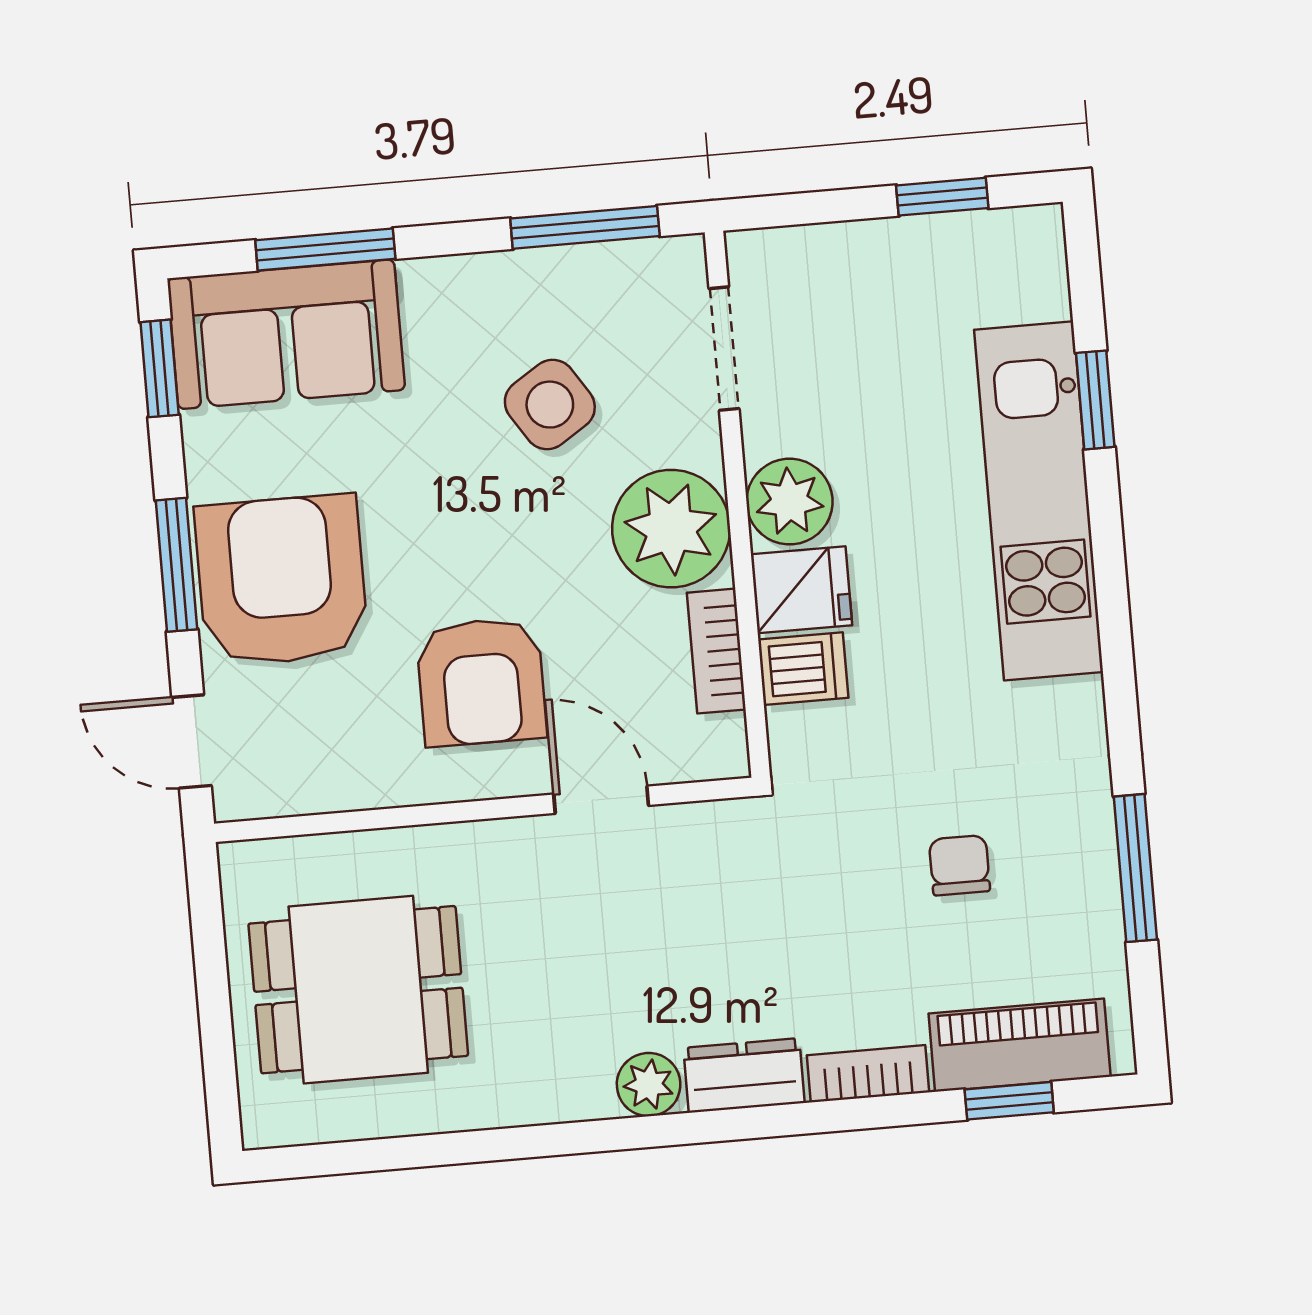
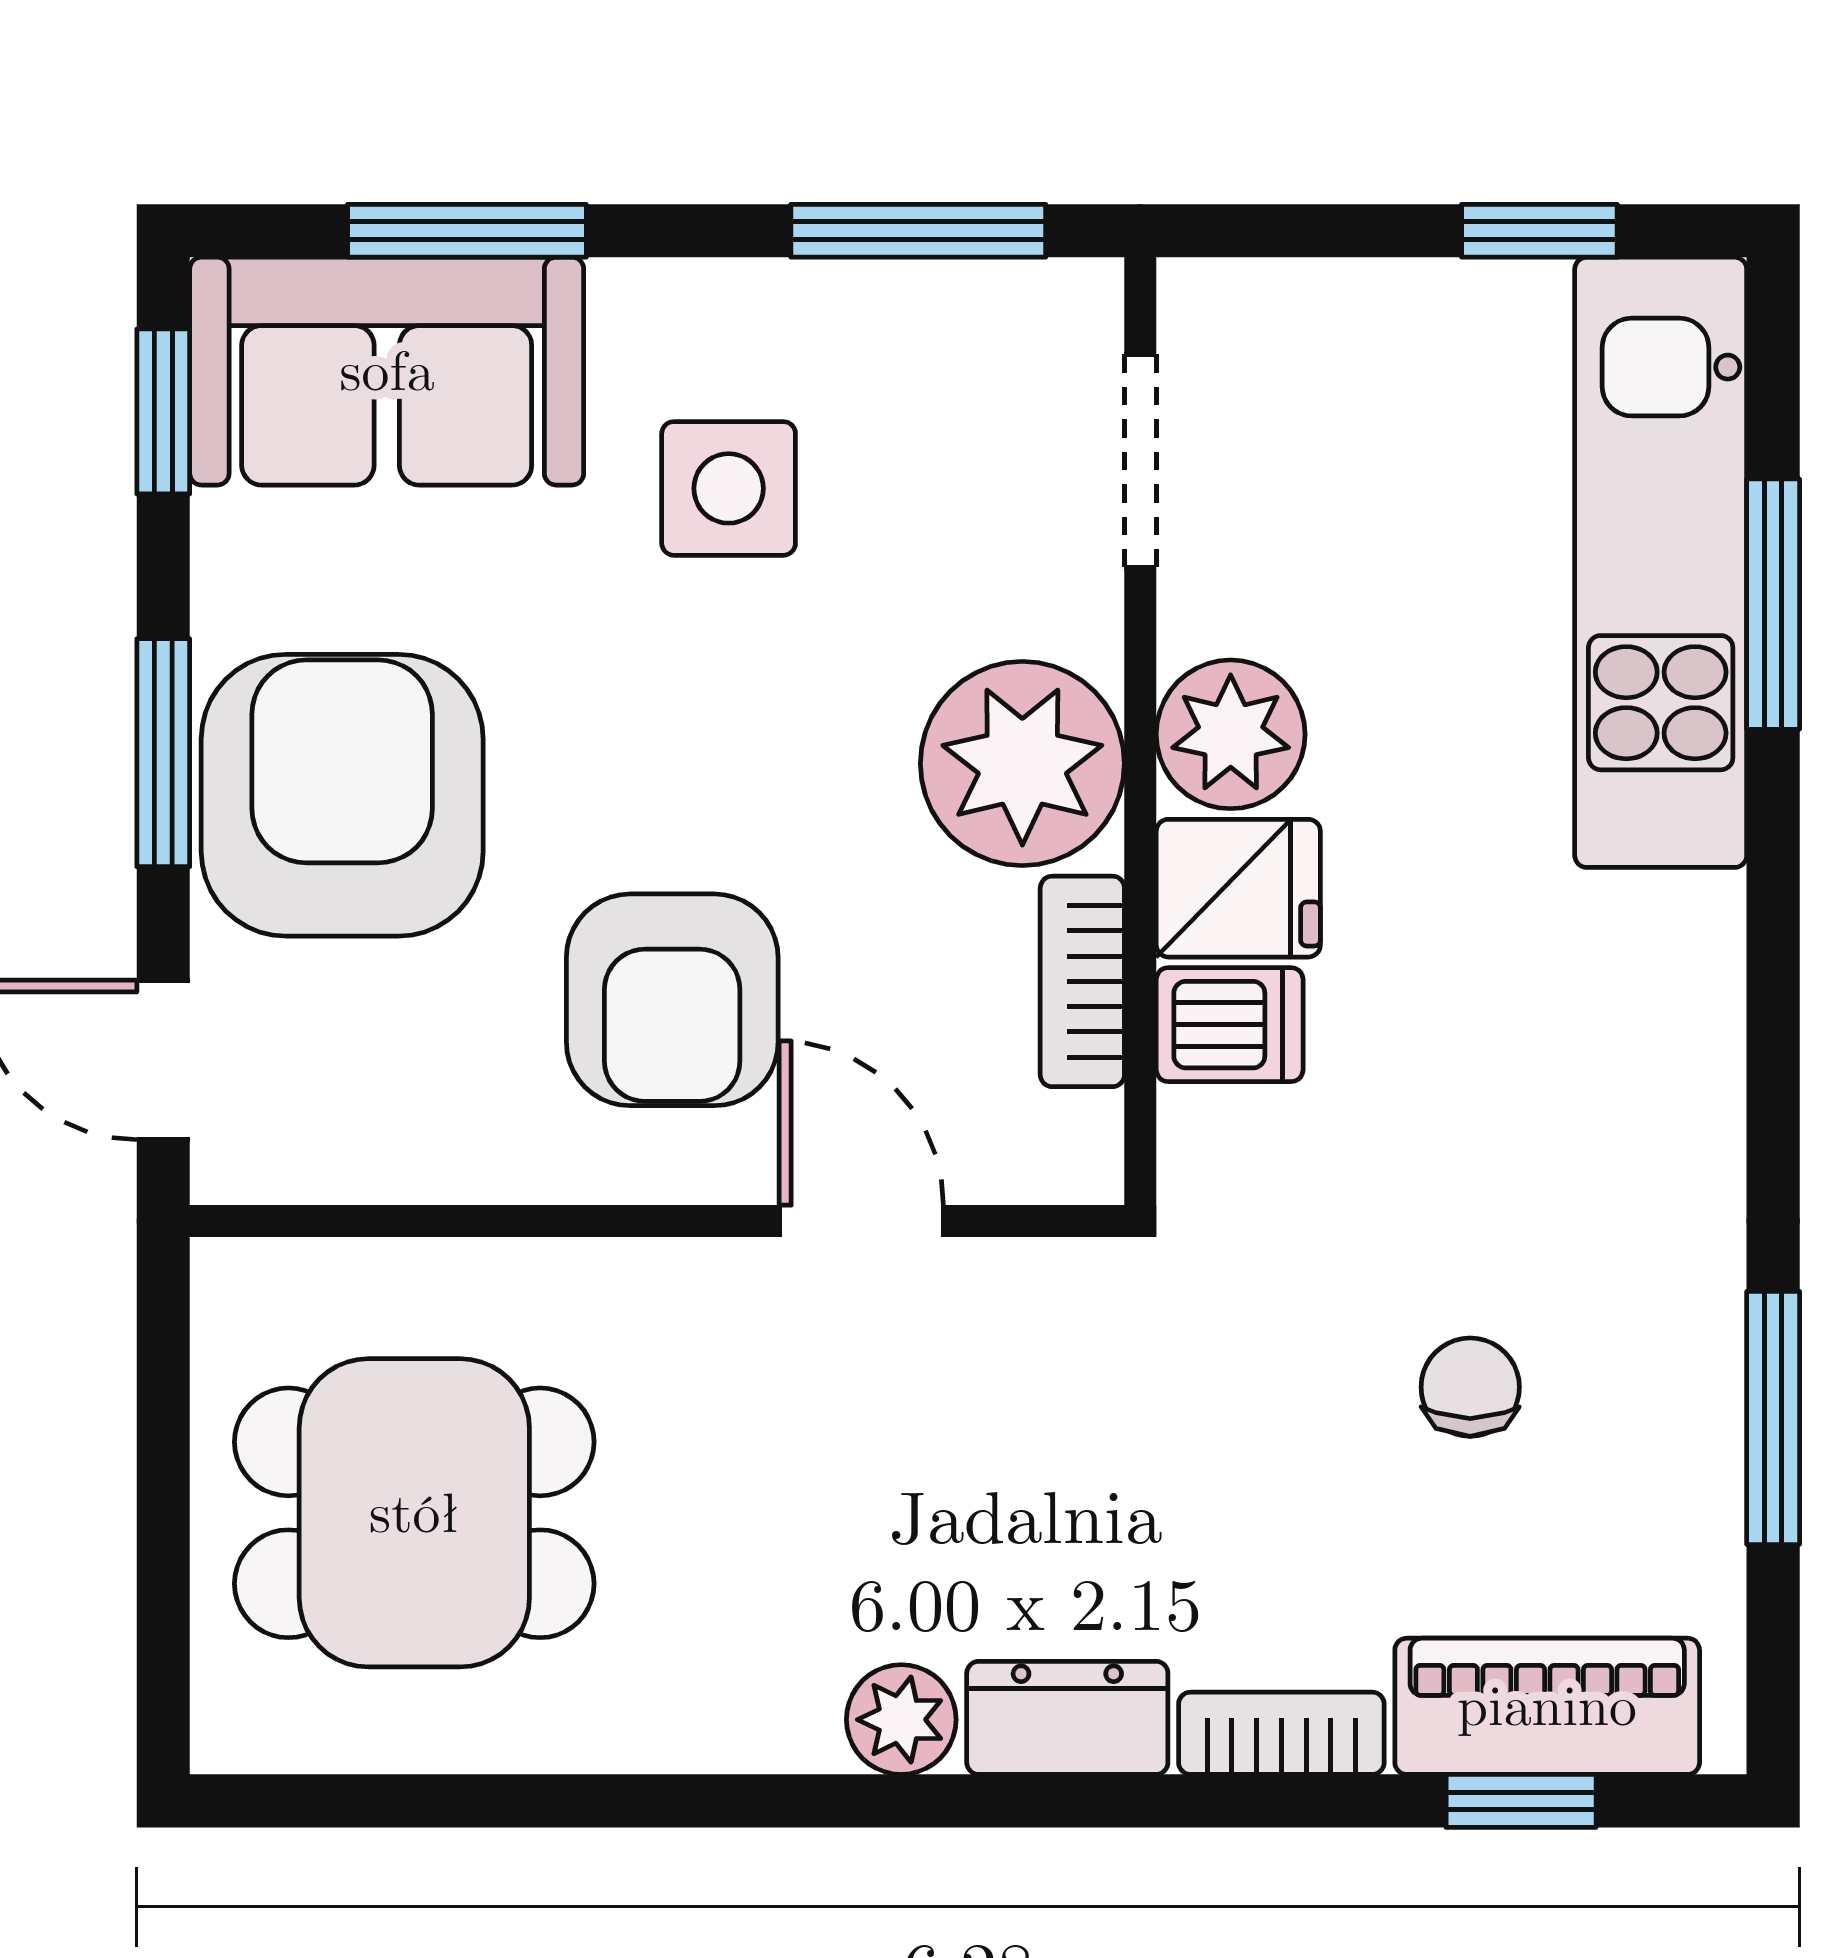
window: (1095, 400) -> (1773, 604), width x1.50
side table: (550, 405) -> (729, 488), moved, turned 33
kitchen unit: (1039, 501) -> (1661, 562), moved

